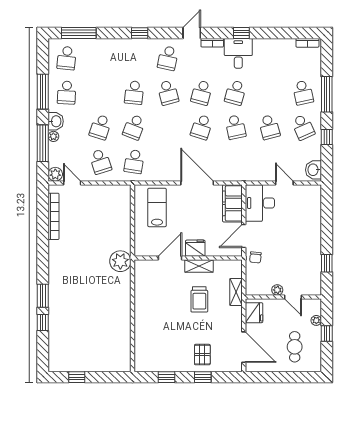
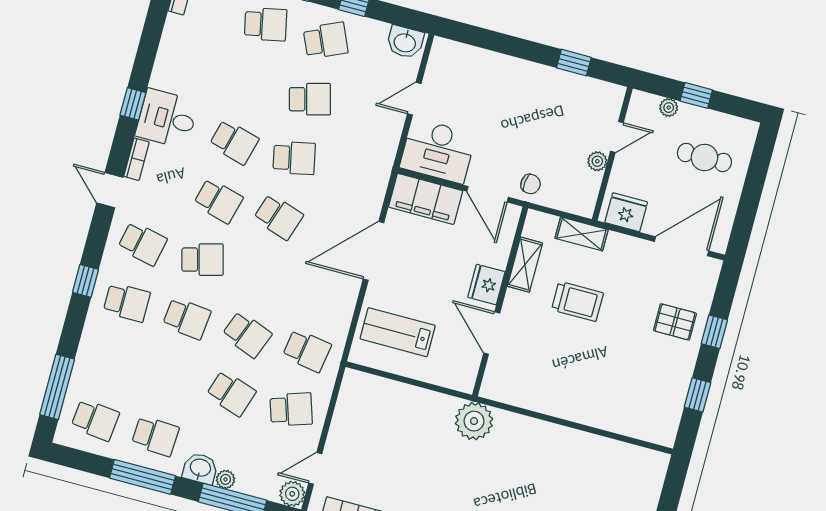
school desk: (134, 58) -> (127, 302), added
shelving: (199, 266) -> (525, 265), moved

